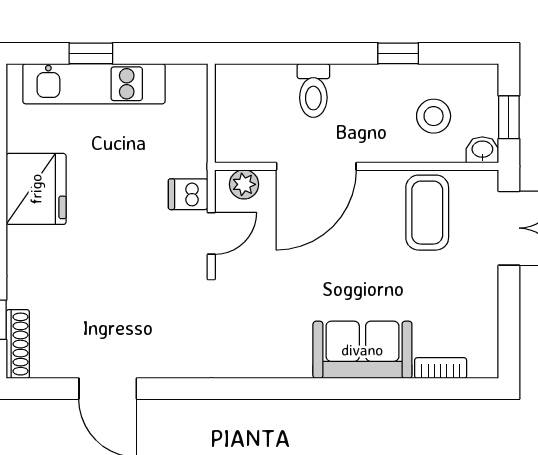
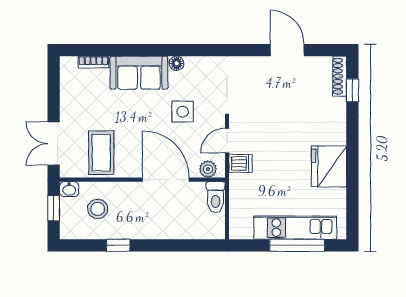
window: (91, 53) -> (297, 245), width x2.17
toilet: (313, 91) -> (216, 197), moved, turned 180
door: (316, 166) -> (166, 180), hinge flipped
side table: (288, 283) -> (183, 112), added
floor lamp: (298, 366) -> (177, 63), added

